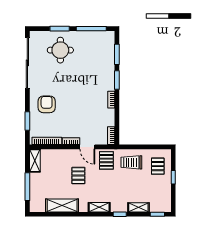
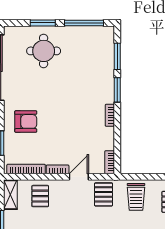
armchair: (47, 104) -> (26, 121), turned 90
door: (87, 147) -> (79, 177), swing flipped
trolley: (131, 162) -> (136, 197), turned -90
pallet: (78, 176) -> (40, 196), moved

